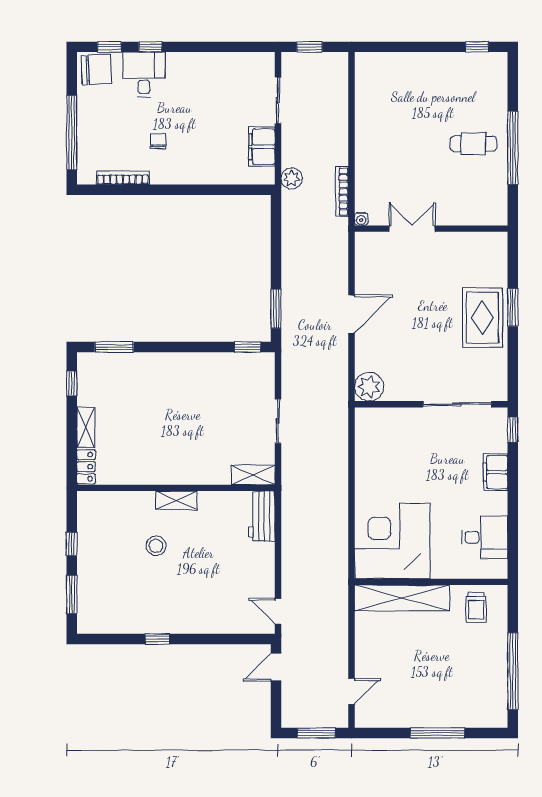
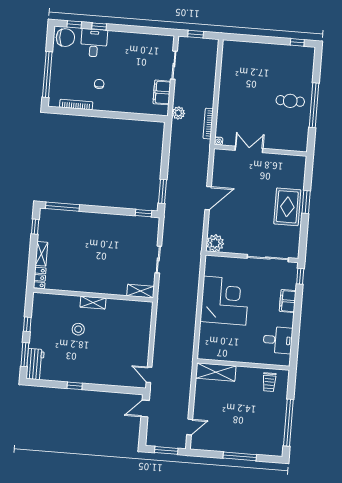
window: (114, 347) -> (63, 207), width x1.44
workbench: (262, 516) -> (35, 364), moved, turned 180
corner desk: (392, 541) -> (225, 301), moved, turned 90
shelving: (402, 598) -> (216, 372), width x0.68

